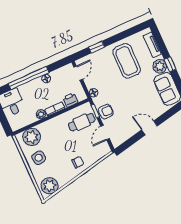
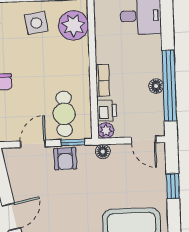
window: (29, 78) -> (169, 86), moved
plant: (41, 114) -> (106, 130), moved
door: (105, 132) -> (33, 144), hinge flipped

